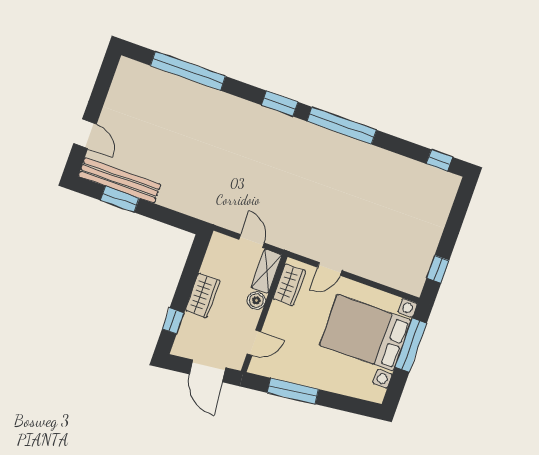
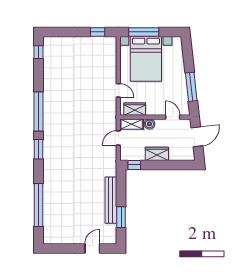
bench: (120, 180) -> (111, 200), moved
window: (173, 321) -> (134, 165), moved

